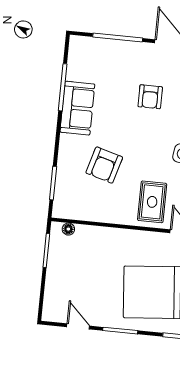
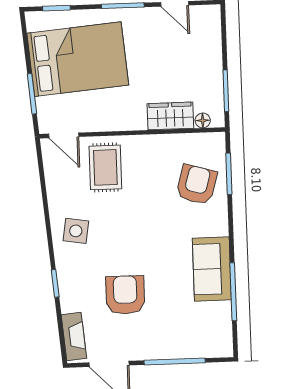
armchair: (150, 97) -> (125, 295), width x1.38, depth x1.38
armchair: (104, 165) -> (197, 185), moved
wardrobe: (94, 236) -> (170, 116), added

